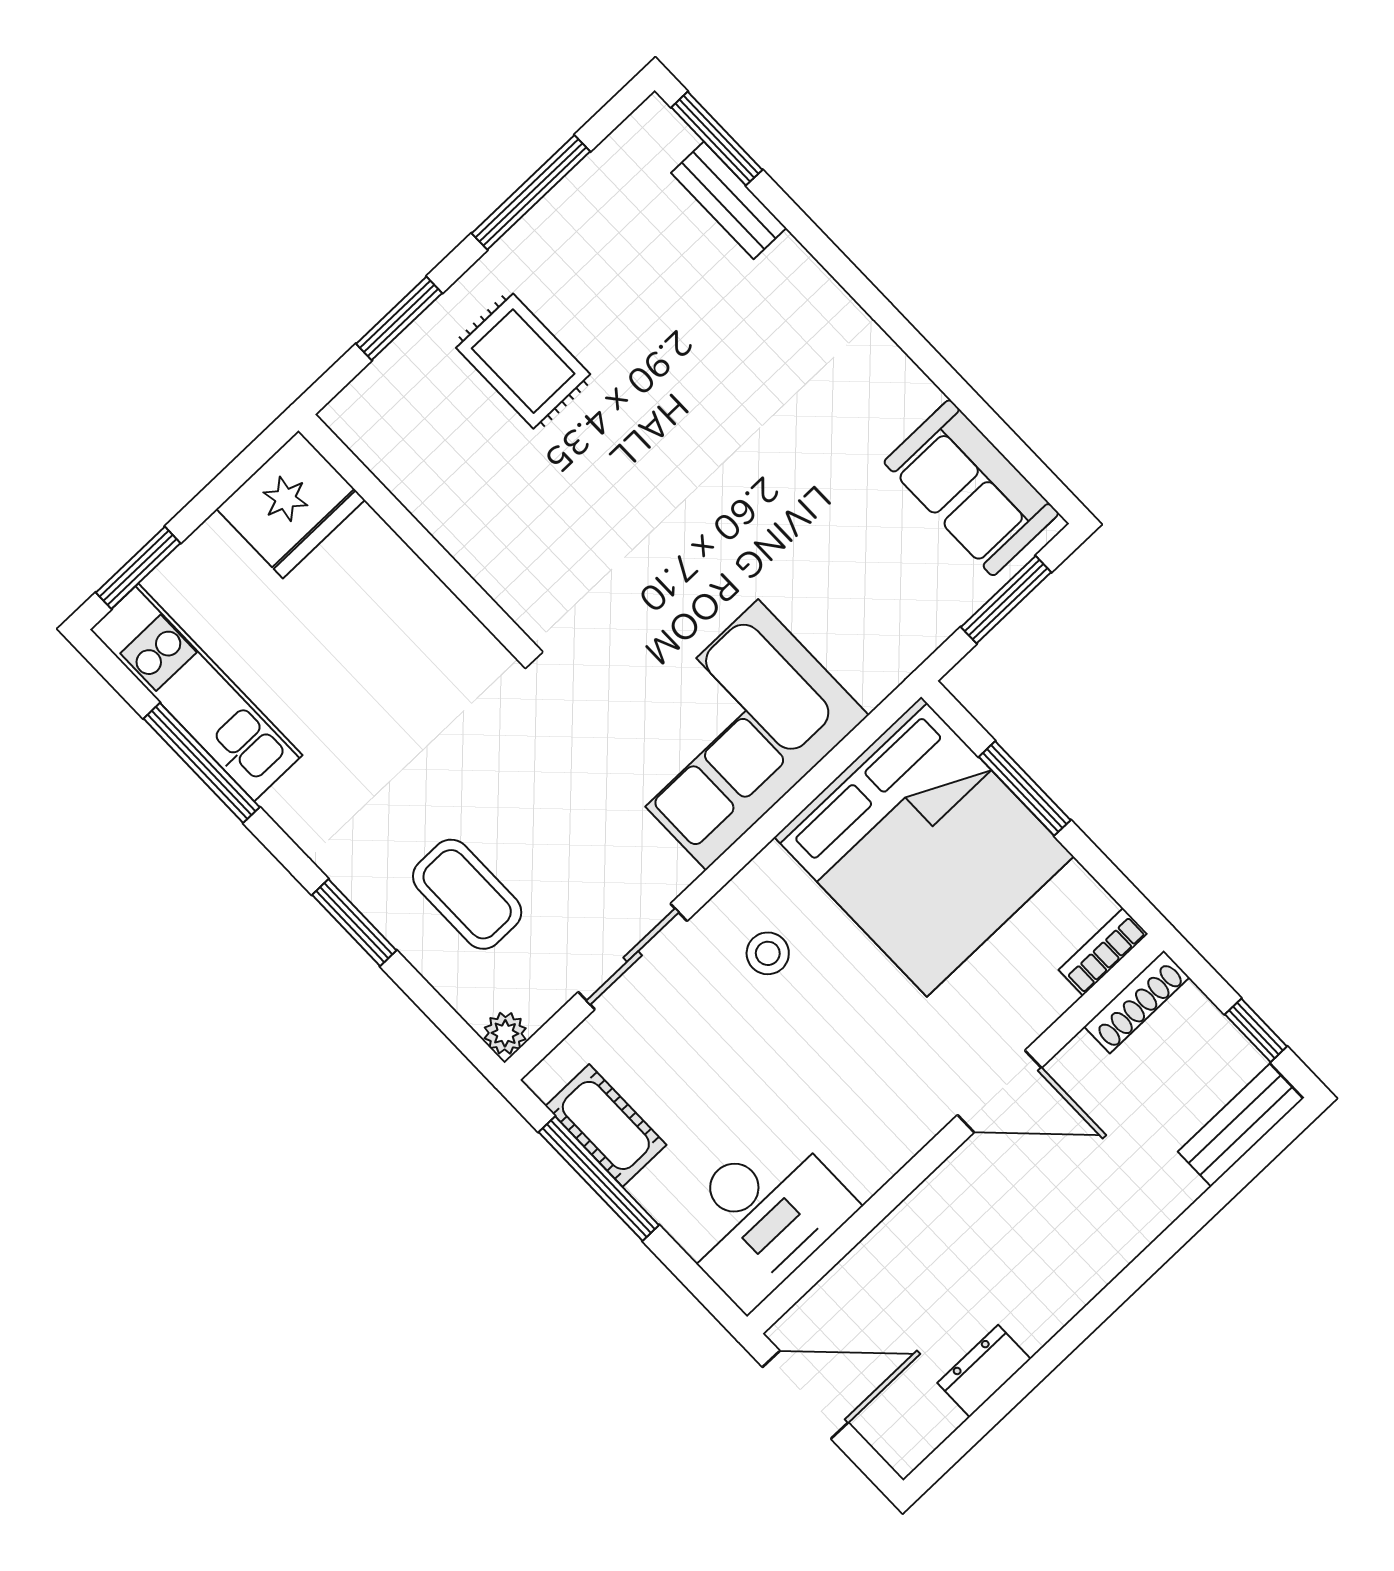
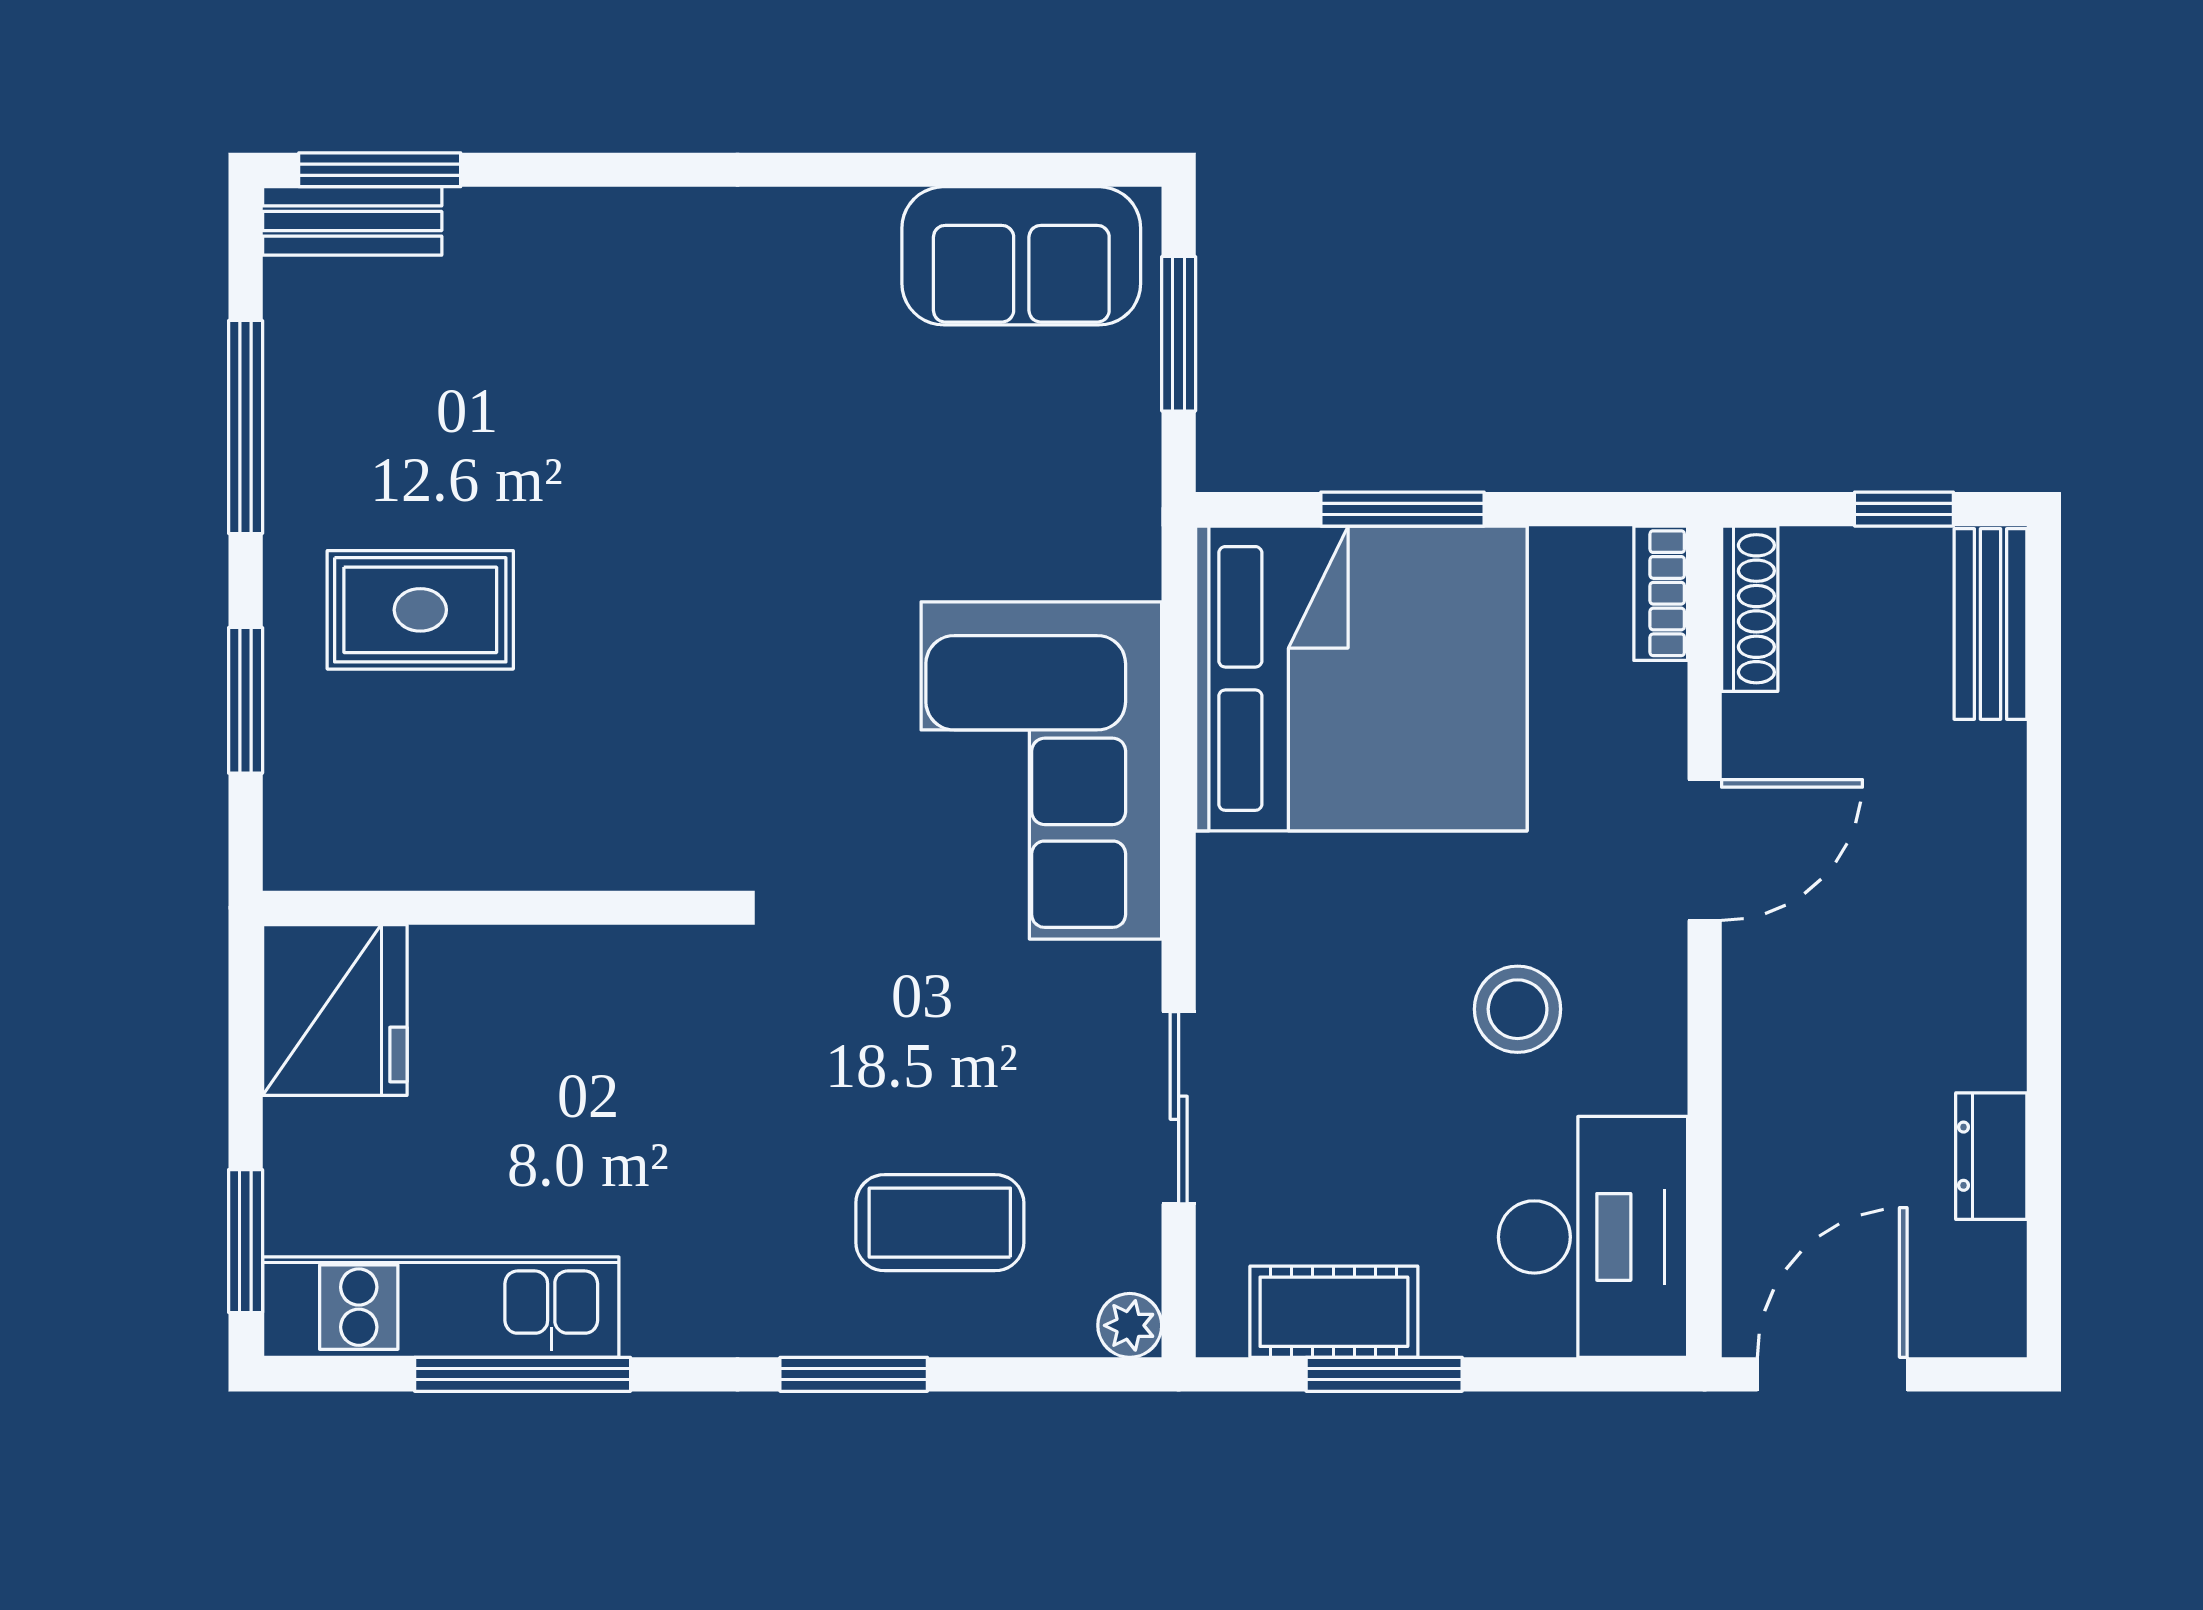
bench: (729, 200) -> (352, 221), moved
stool: (768, 953) -> (1518, 1009), moved, width x1.37, depth x1.37
window: (599, 1179) -> (1384, 1374), width x0.69

